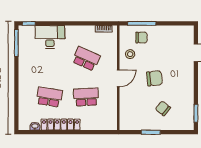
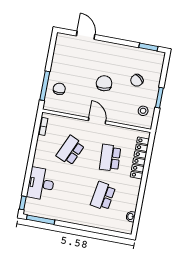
stool: (130, 54) -> (143, 111), moved
locker: (61, 125) -> (140, 158), moved

